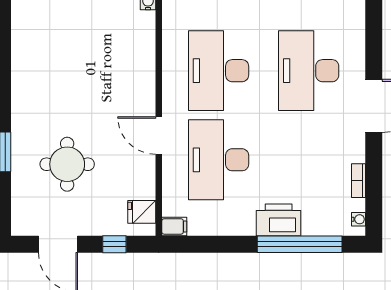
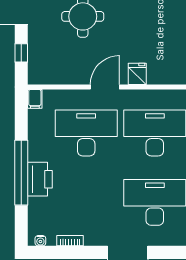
fridge: (142, 212) -> (137, 74), moved
window: (300, 244) -> (21, 173), moved

